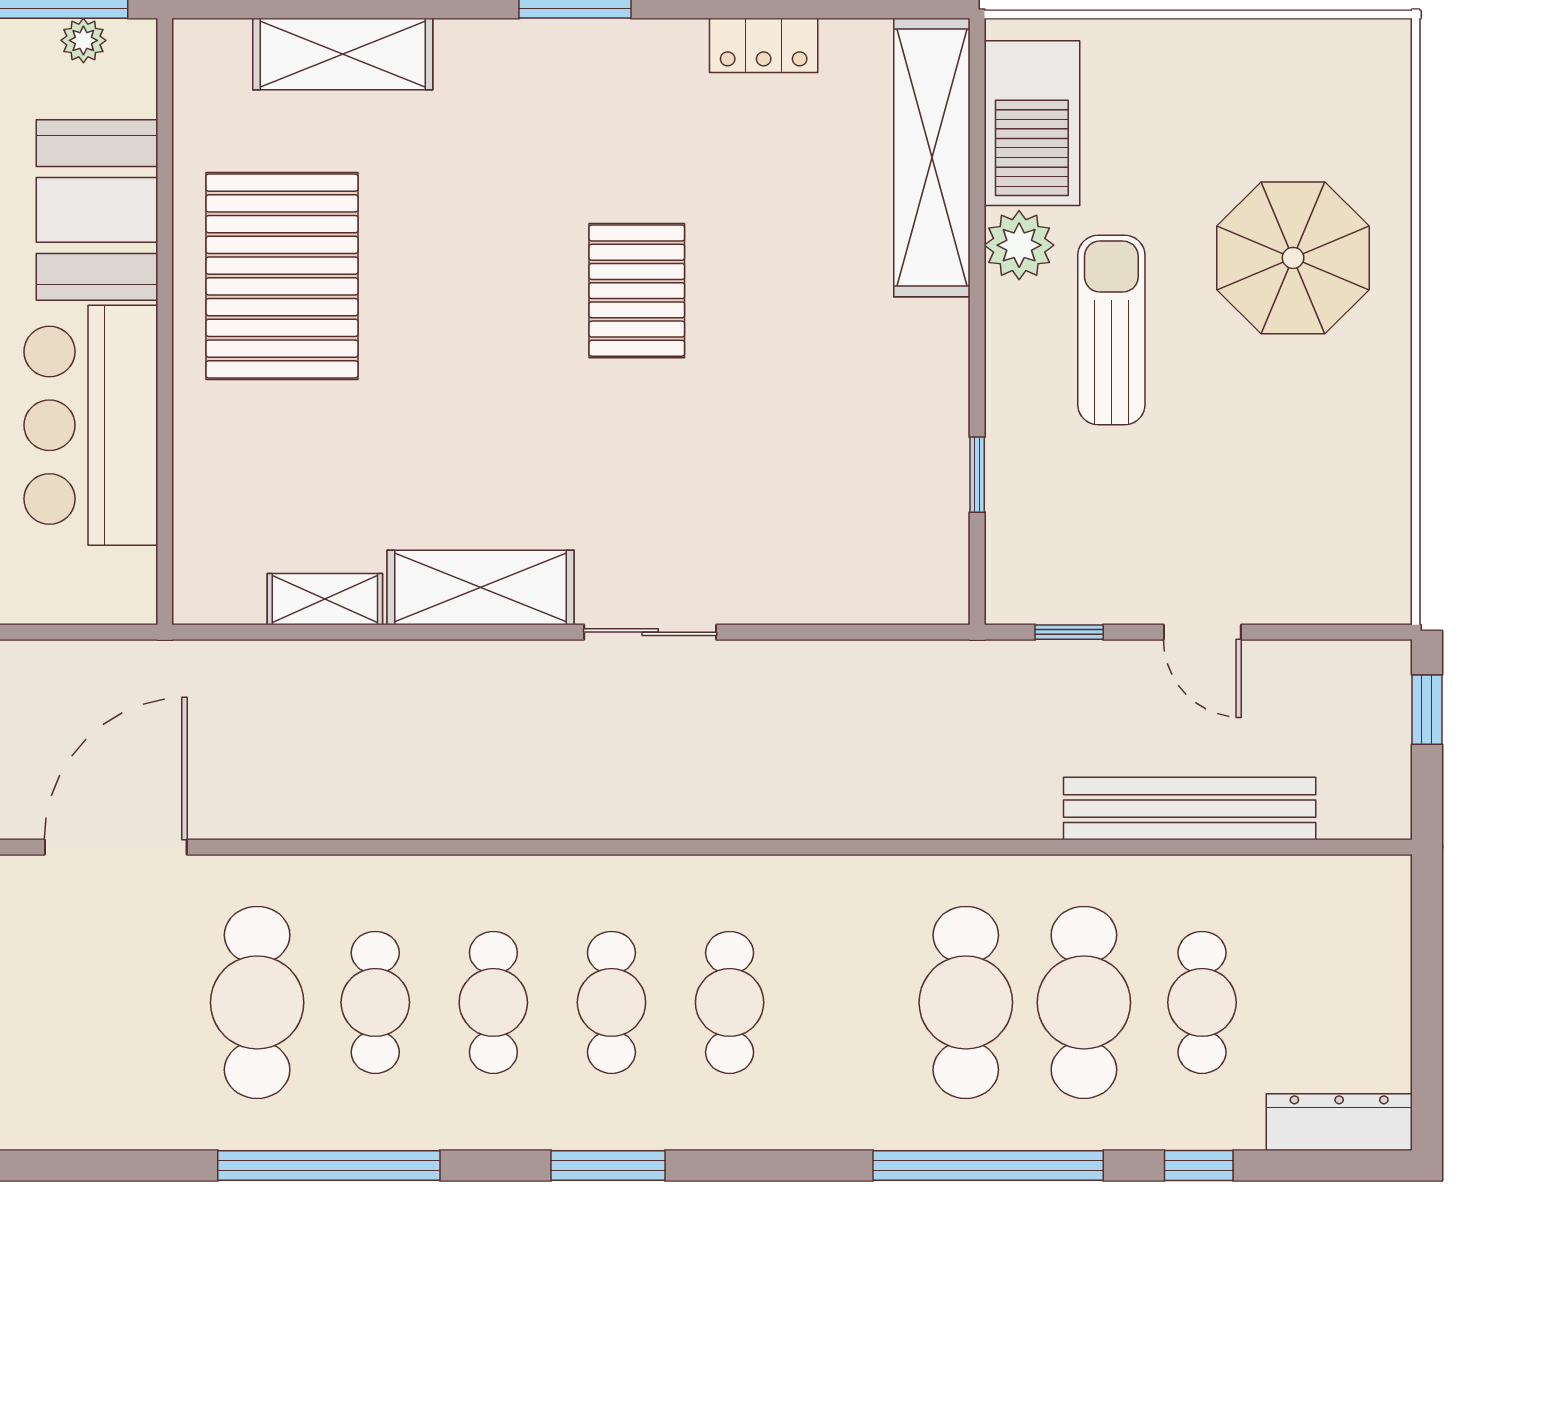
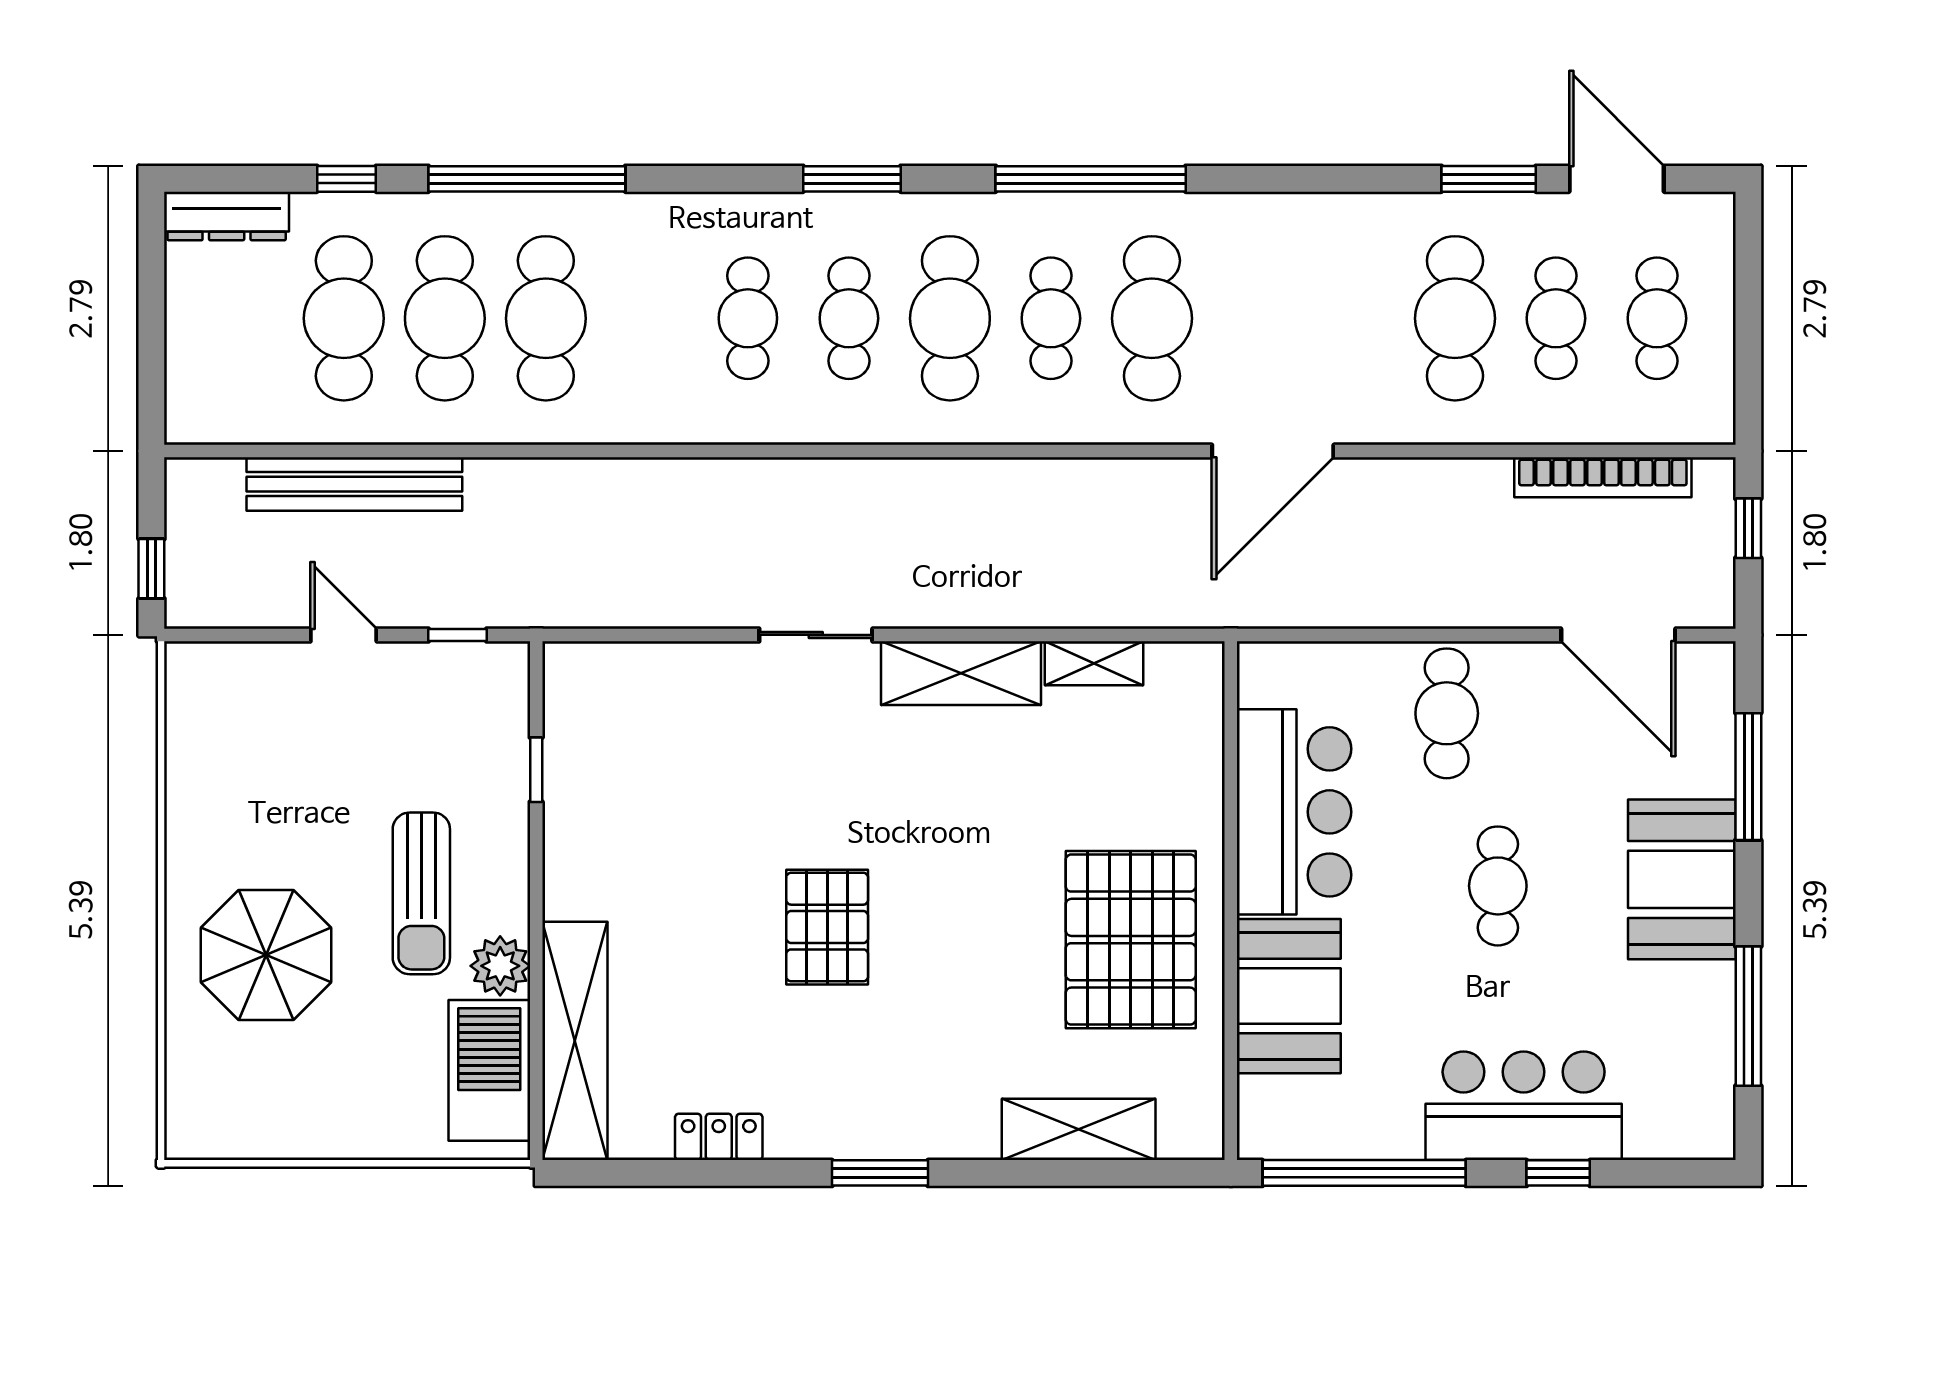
plant: (83, 40) -> (1301, 1141), removed
cafe table: (493, 1002) -> (950, 318), width x1.37, depth x1.35
cafe table: (1202, 1002) -> (344, 318), width x1.37, depth x1.35

